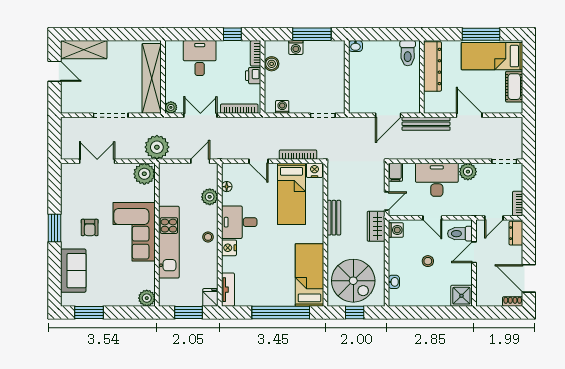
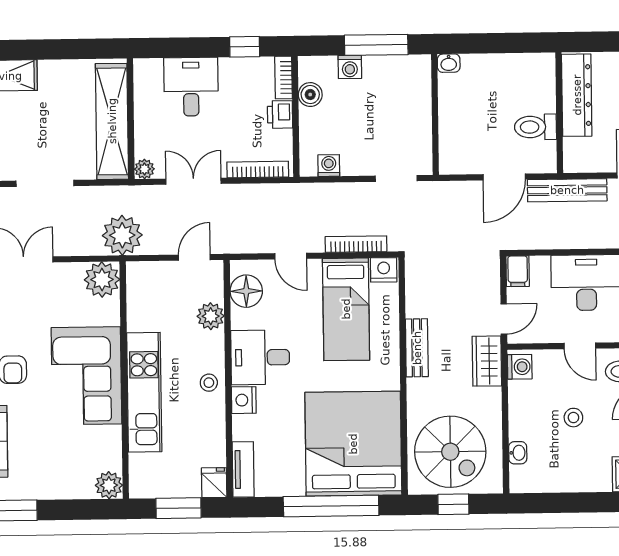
toilet: (408, 53) -> (535, 127), moved, turned 90
floor lamp: (227, 187) -> (246, 291), width x1.89, depth x1.89
bed: (309, 275) -> (353, 444), width x2.04

